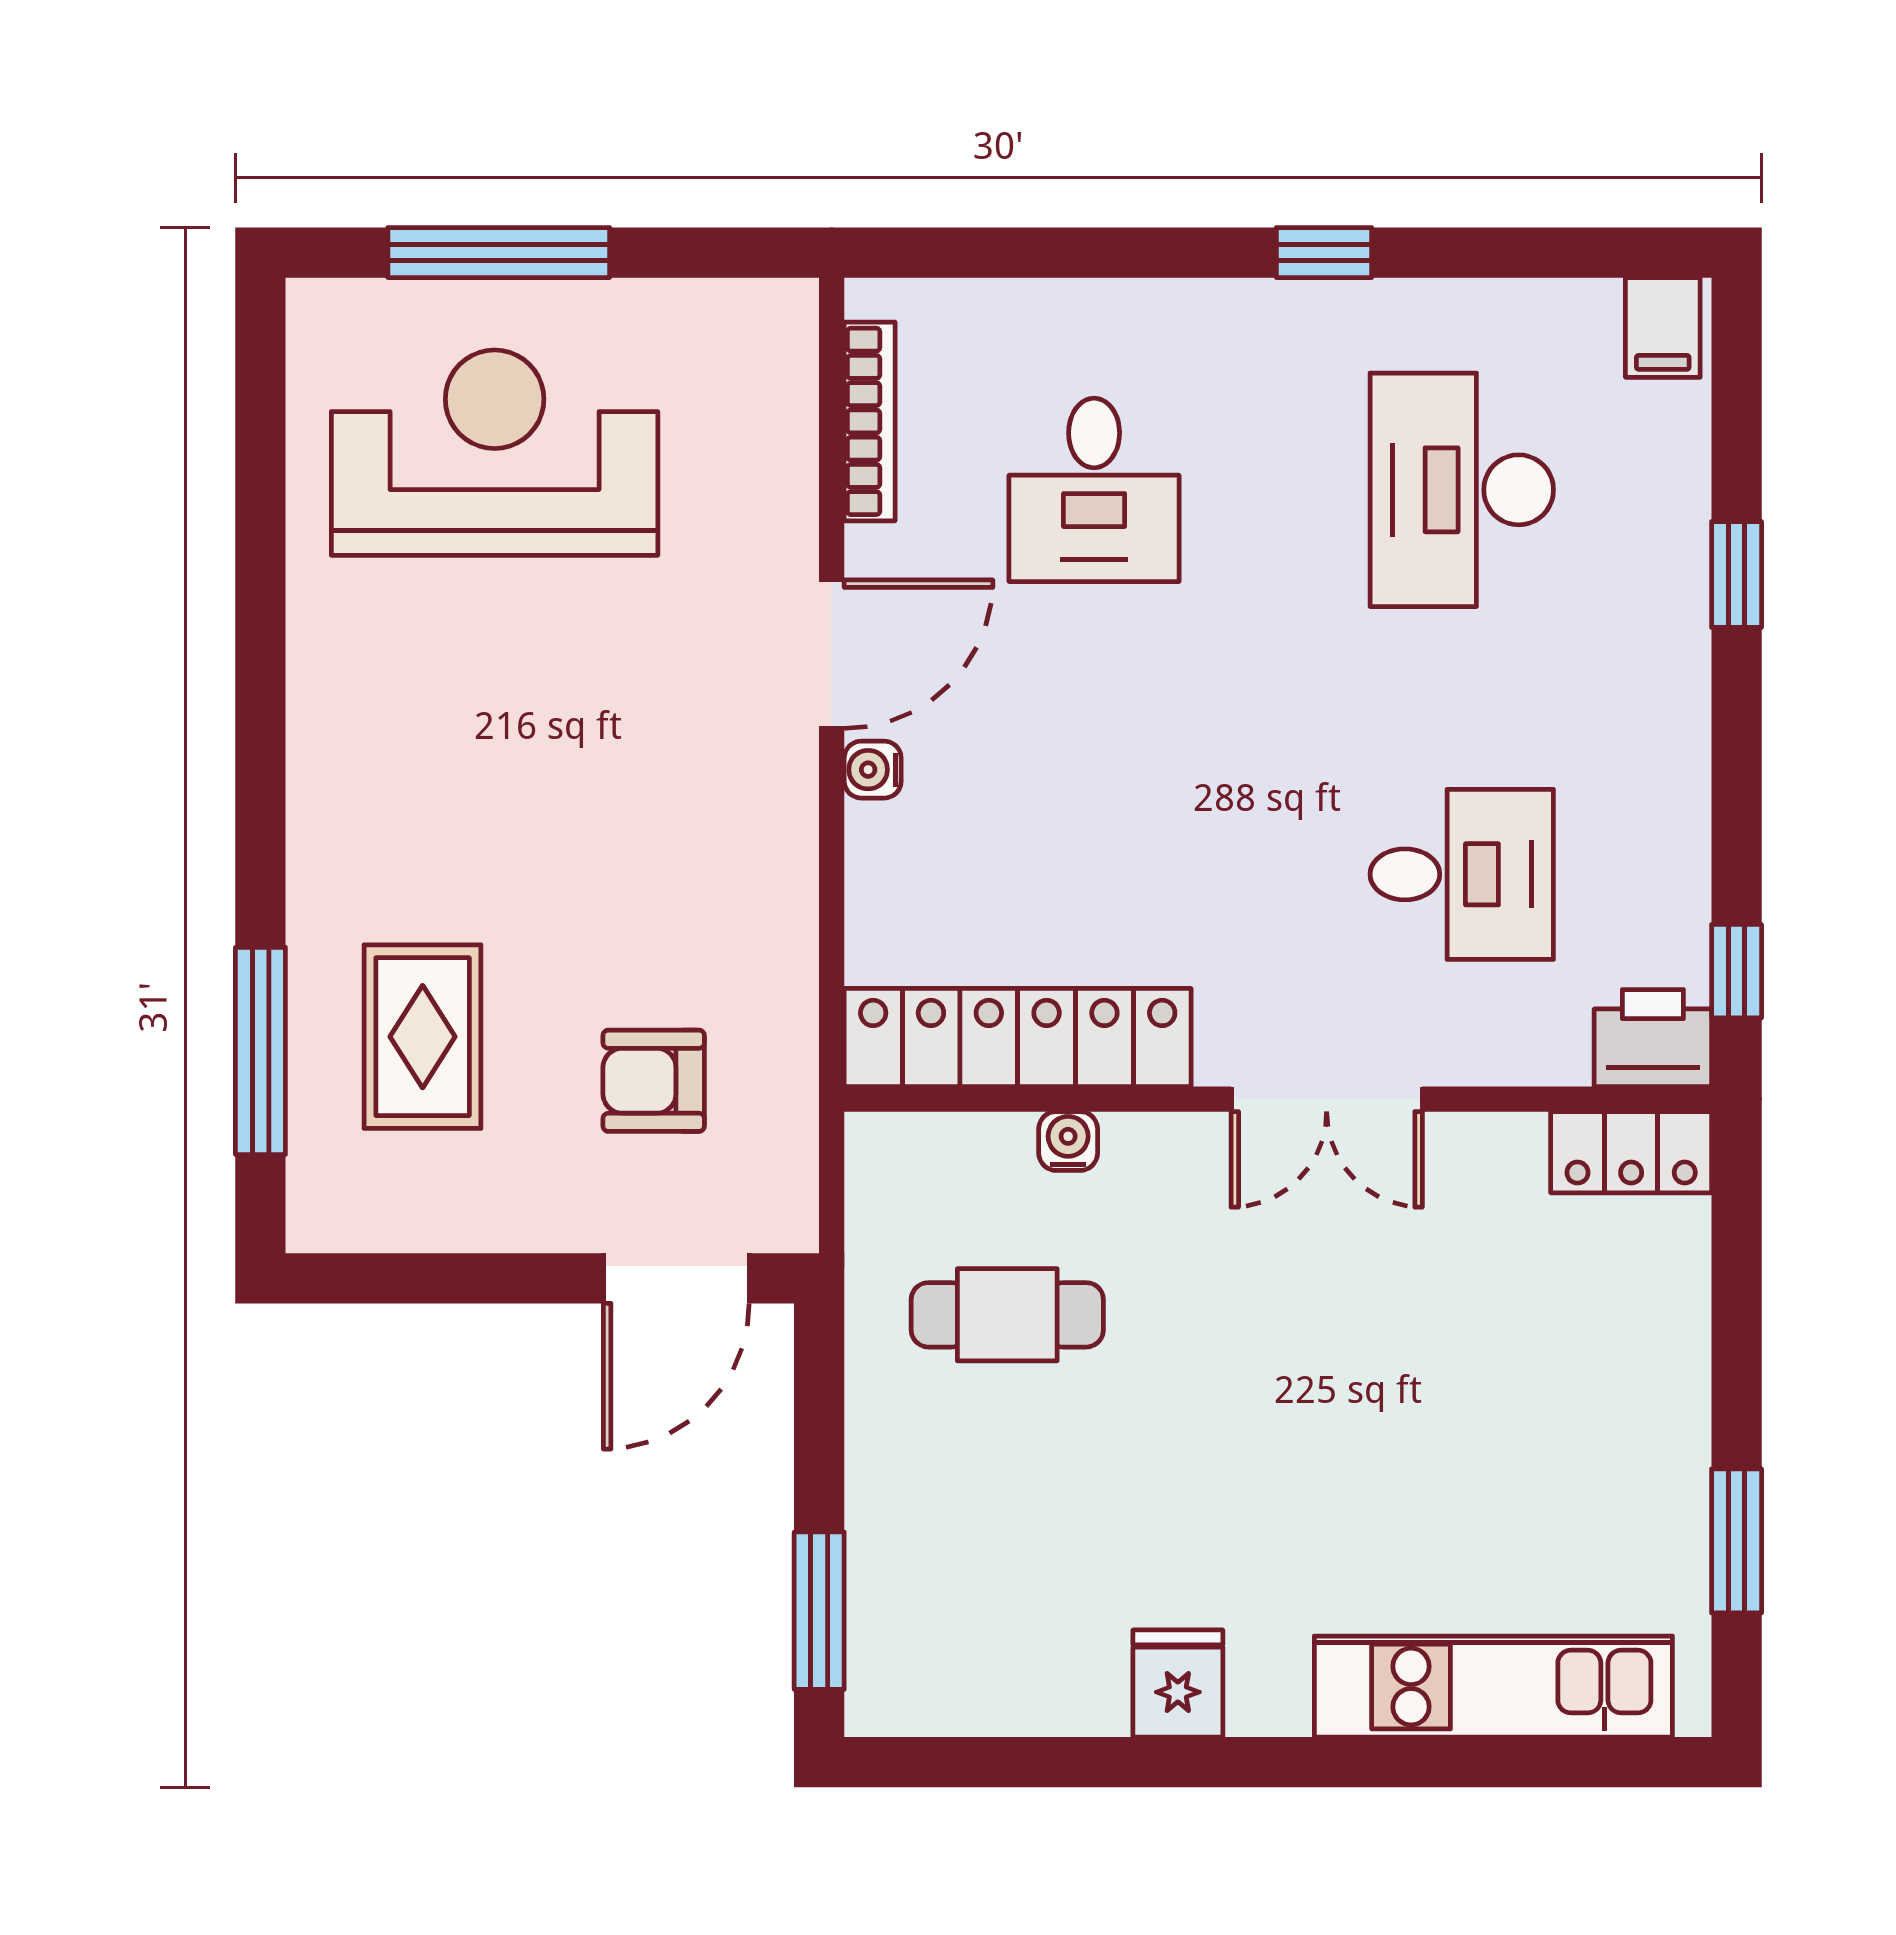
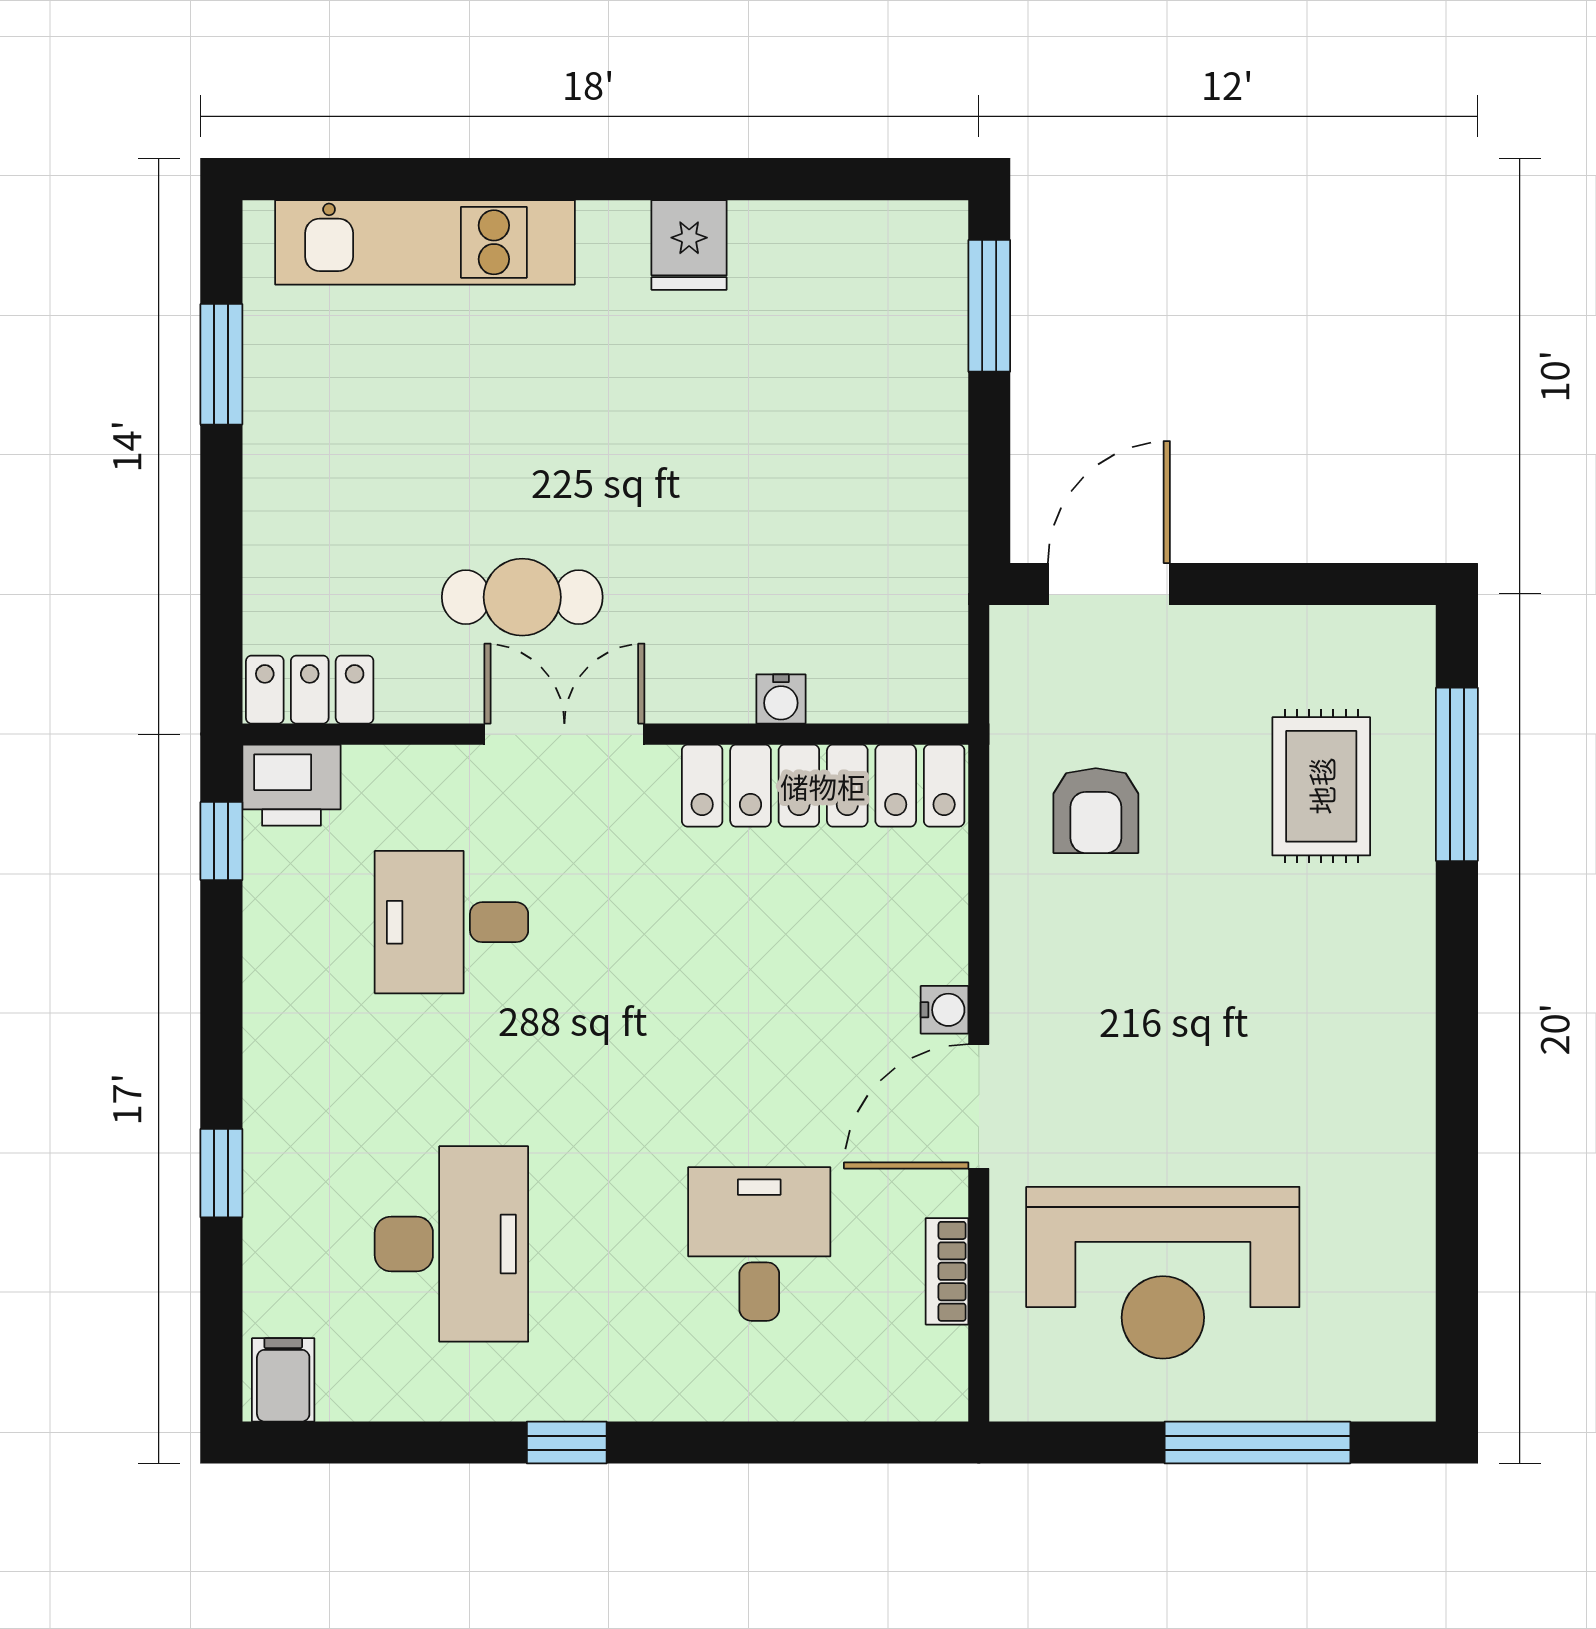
bookcase: (870, 421) -> (947, 1271), width x0.64
reception desk: (495, 453) -> (1163, 1273), moved
armchair: (654, 1081) -> (1096, 811), moved, turned 90
cafe table: (1007, 1315) -> (522, 597), moved

